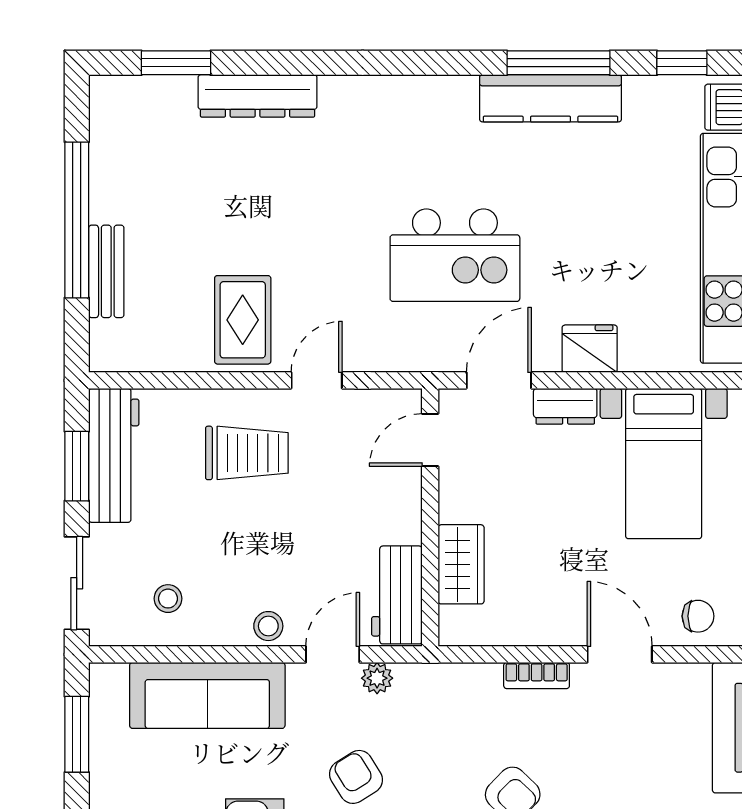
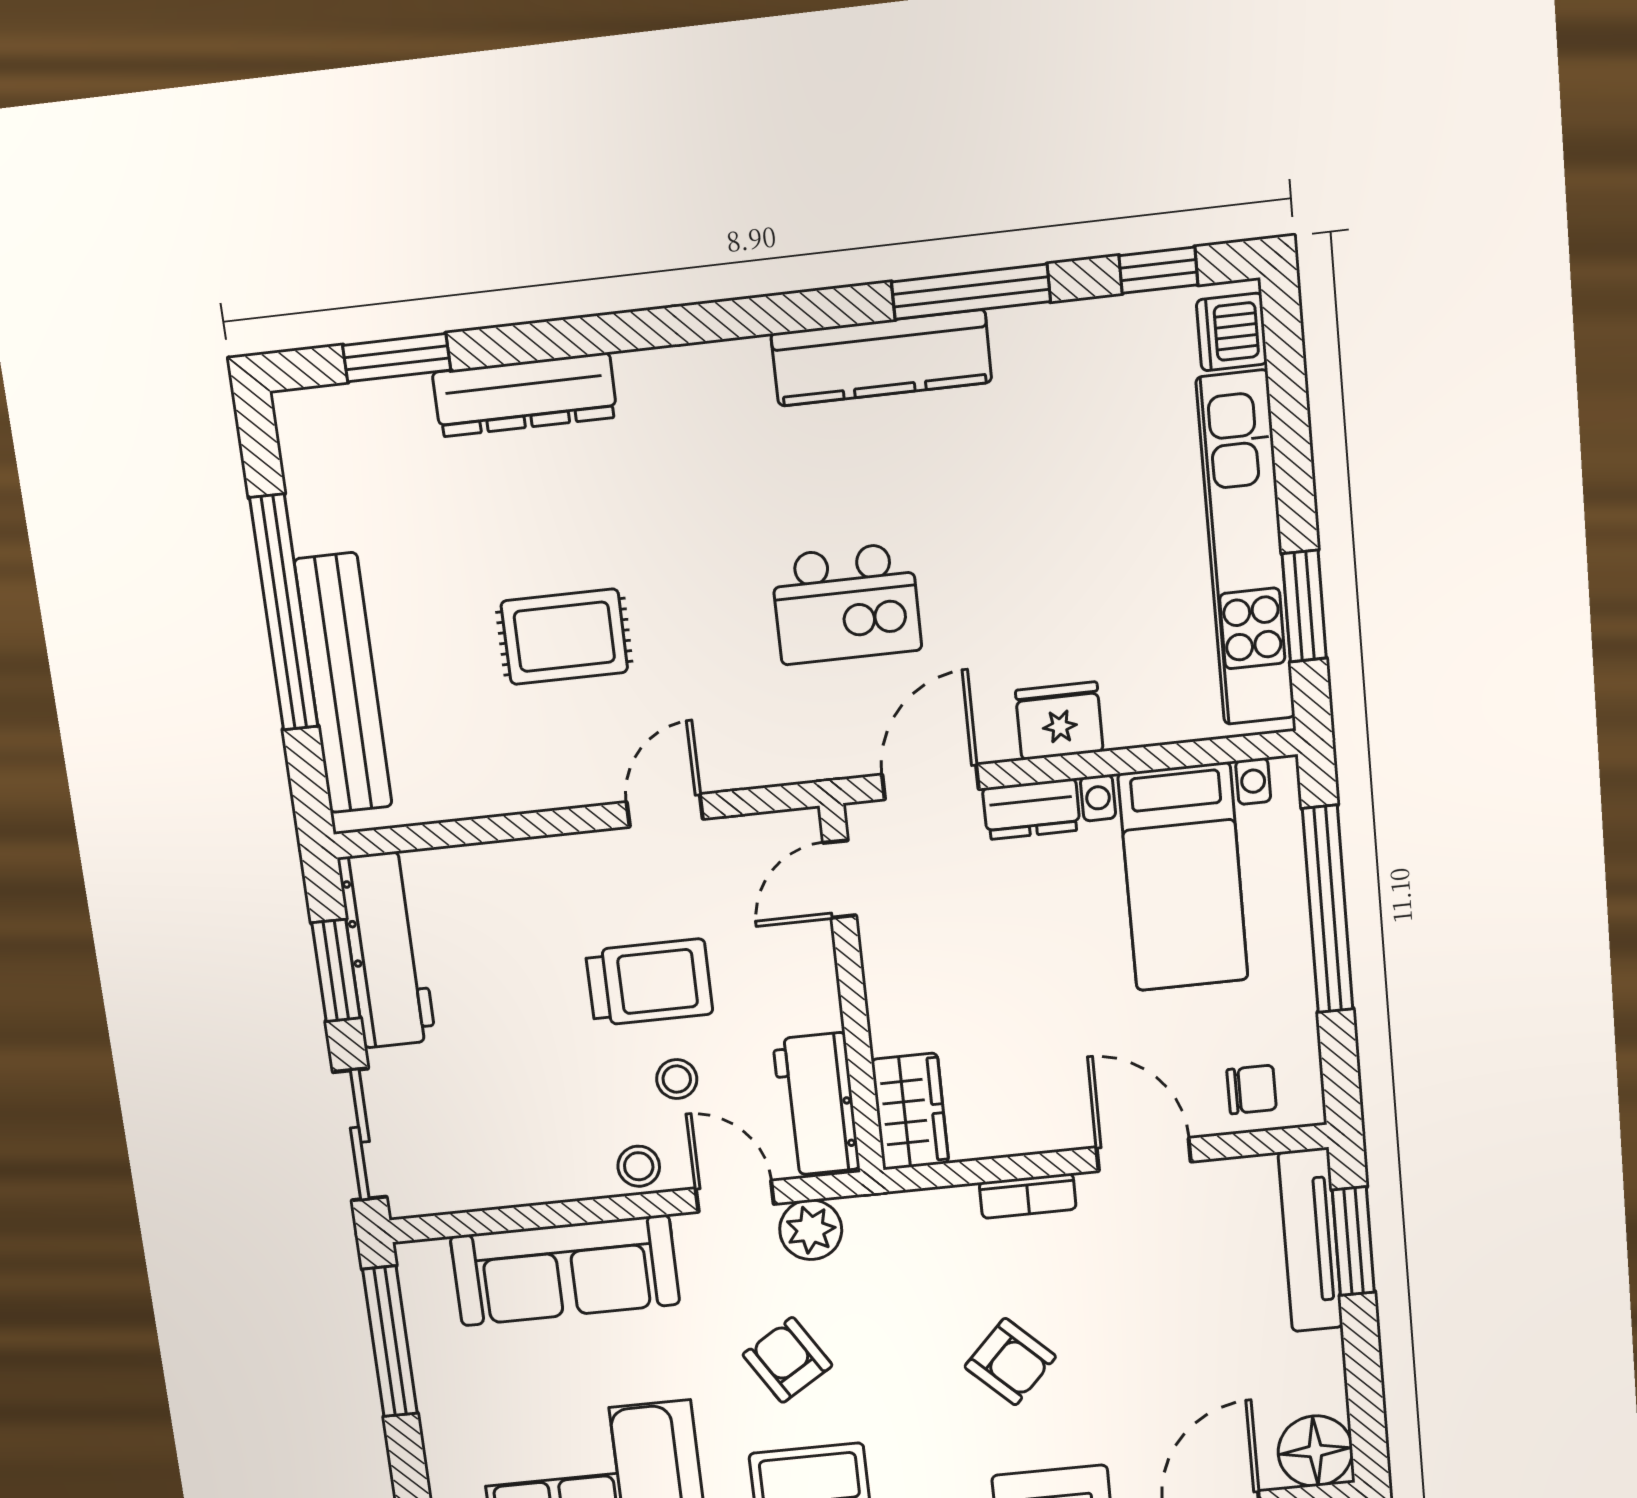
kitchen counter: (551, 98) -> (881, 358), moved
kitchen island: (455, 255) -> (846, 604), width x0.73, depth x0.78
bench: (106, 271) -> (343, 683), width x1.86, depth x1.21
rug: (243, 320) -> (564, 637), moved, turned 90
trolley: (247, 453) -> (649, 982), moved
wardrobe: (461, 564) -> (910, 1111), moved
stool: (168, 599) -> (677, 1079), moved
door: (333, 654) -> (735, 1196), hinge flipped
plant: (377, 678) -> (811, 1230), width x1.38, depth x1.38
window: (77, 734) -> (390, 1341), width x1.44

